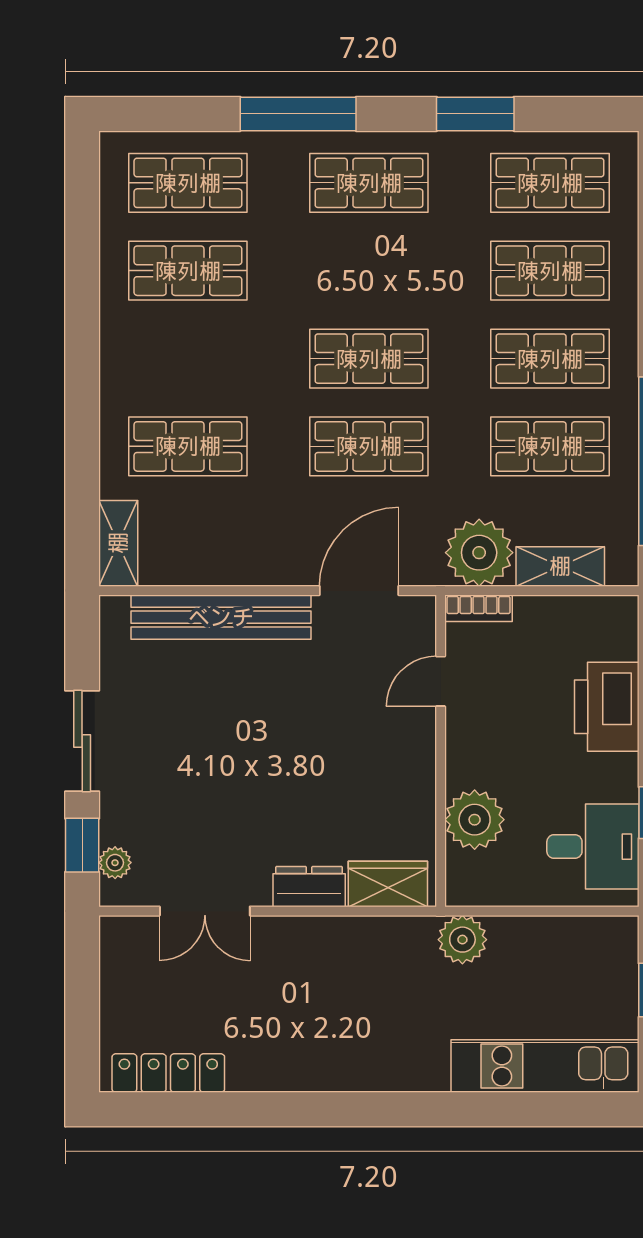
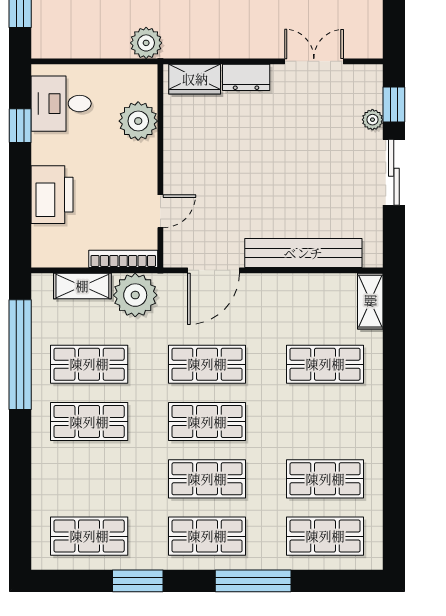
shop shelf: (550, 271) -> (207, 479), moved
bookcase: (479, 608) -> (123, 259), width x1.56
plant: (115, 863) -> (372, 120), moved

